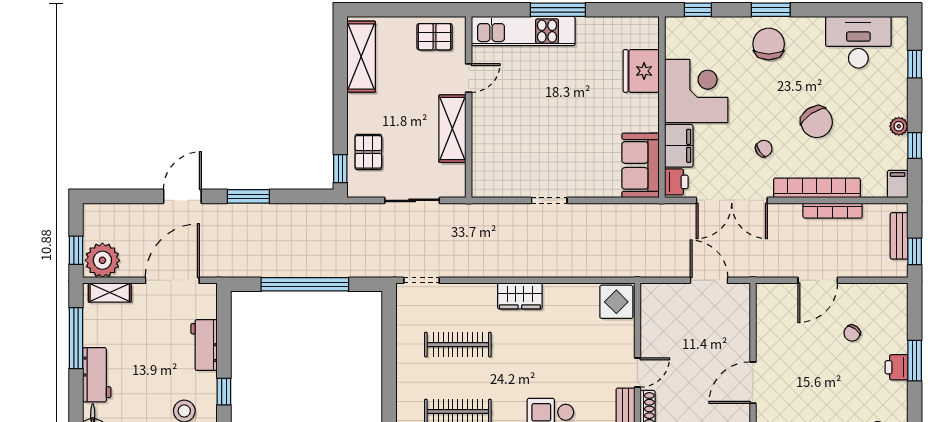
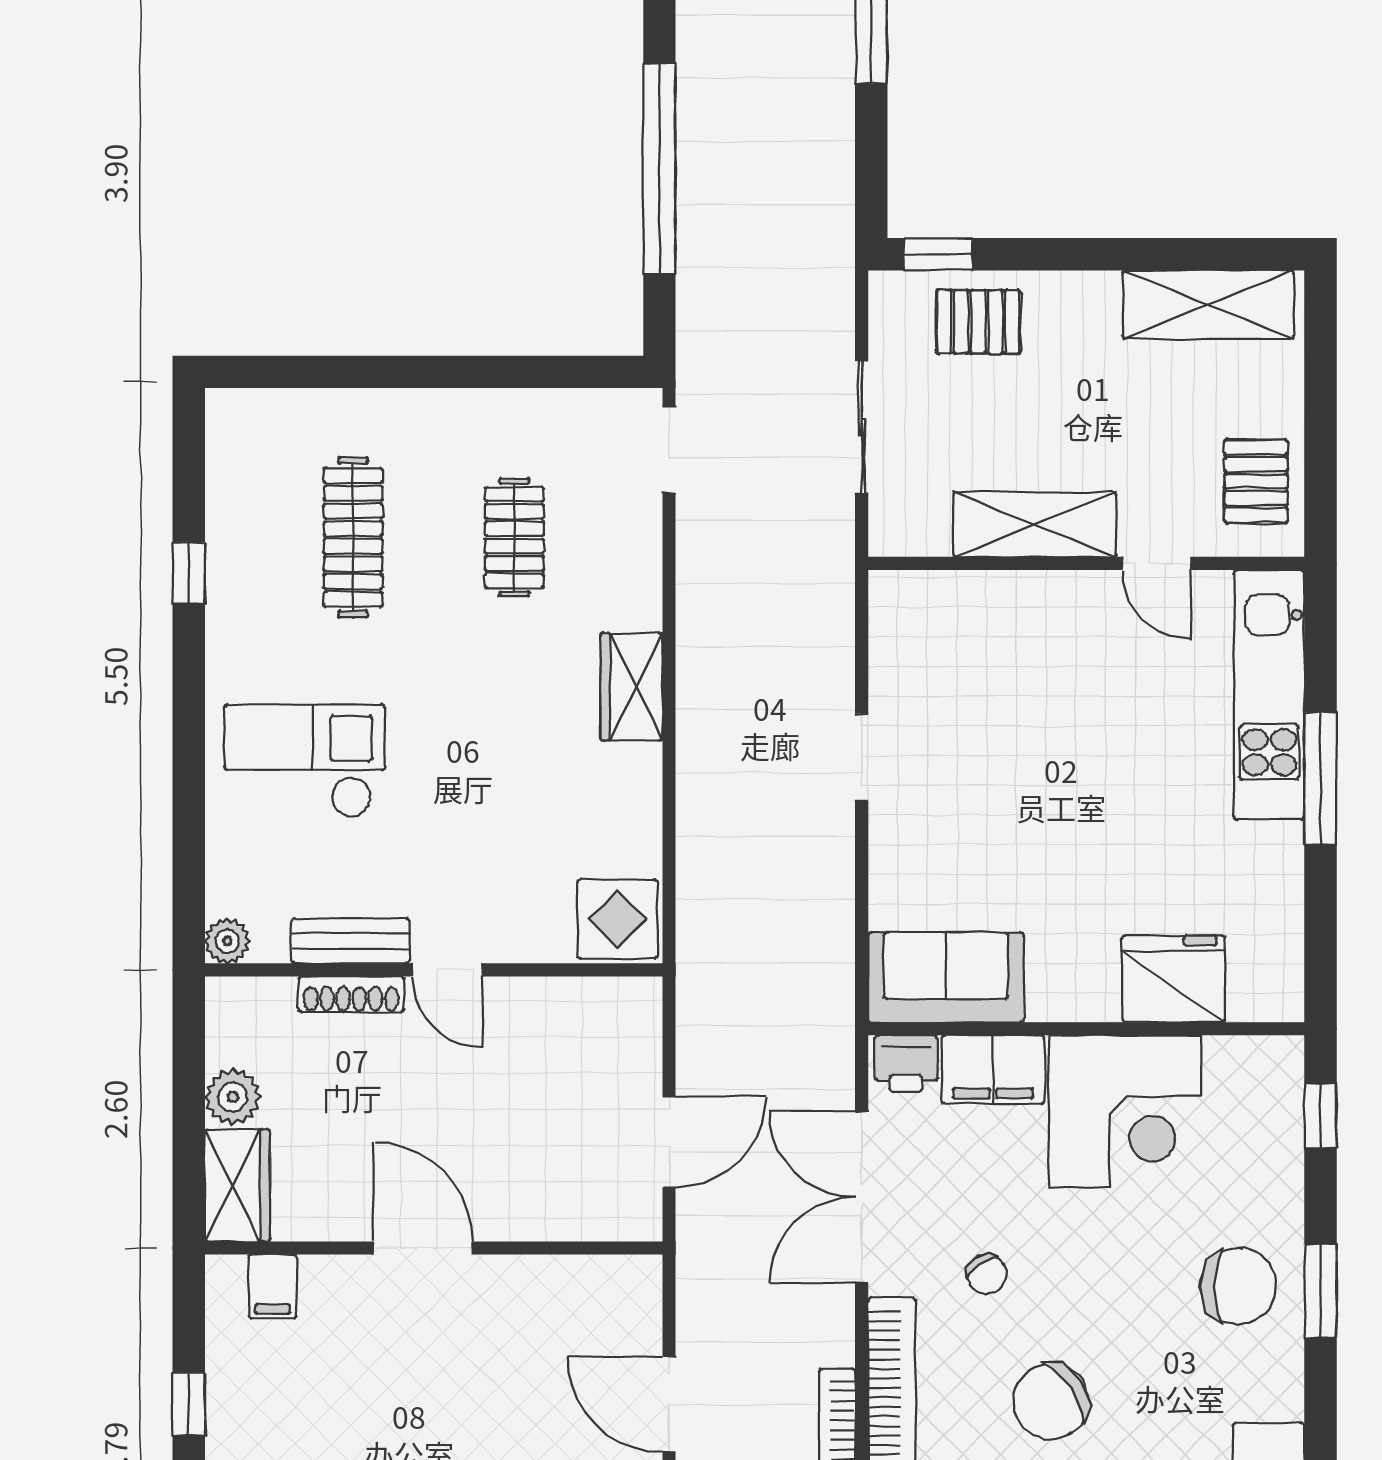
clothes rail: (458, 345) -> (514, 537), width x0.73

